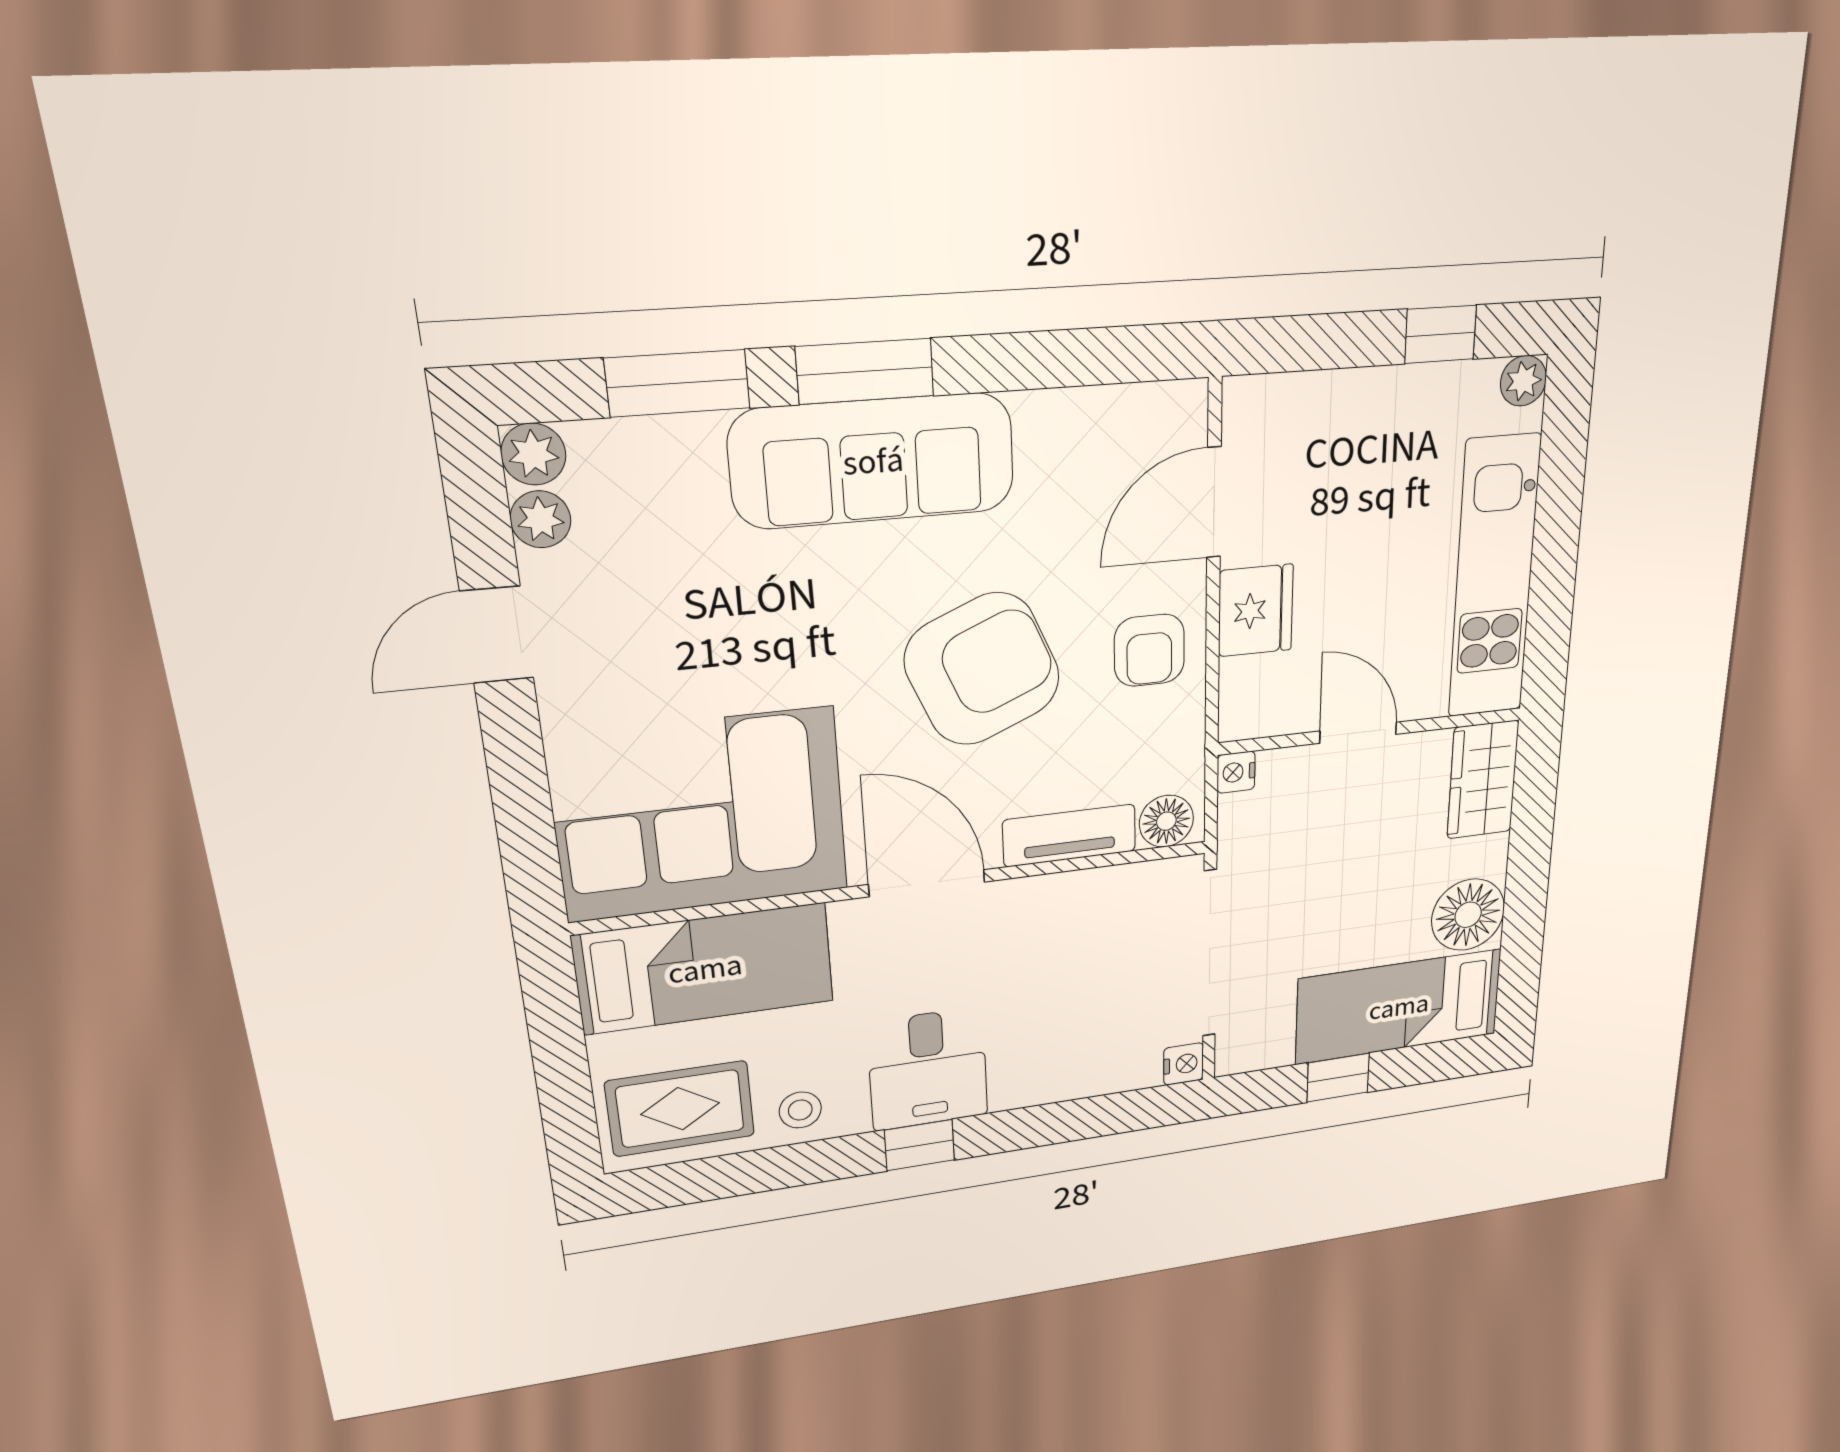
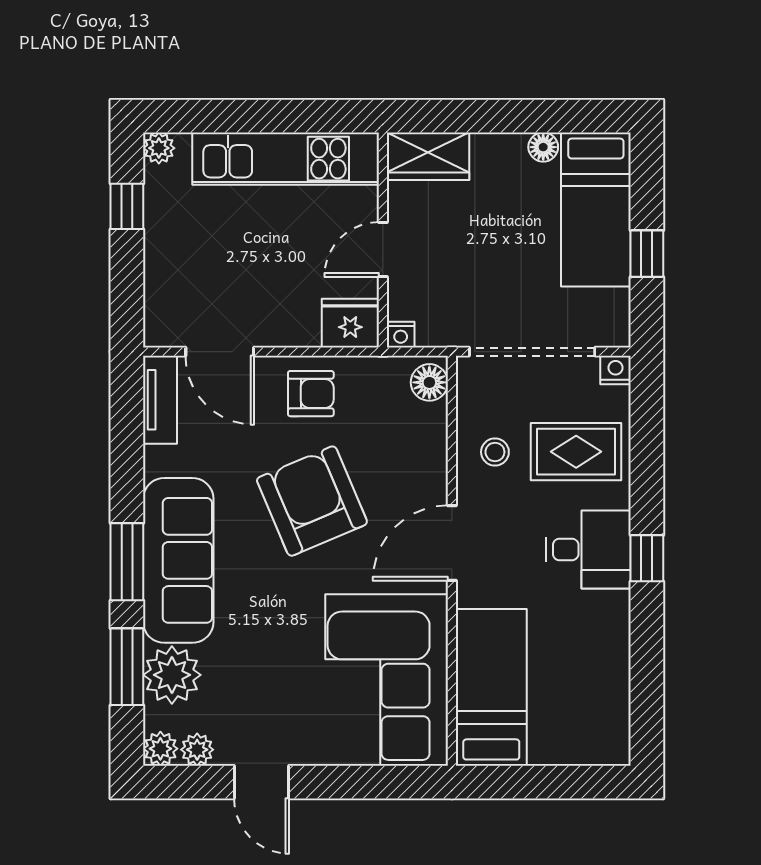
plant: (671, 465) -> (172, 675), added
fridge: (1256, 610) -> (350, 323), moved
tv unit: (1069, 836) -> (160, 400), moved, turned 180
floor lamp: (1468, 915) -> (543, 147), width x0.53, depth x0.53
rug: (680, 1109) -> (576, 452), moved, turned 90
stool: (800, 1110) -> (495, 452), moved

